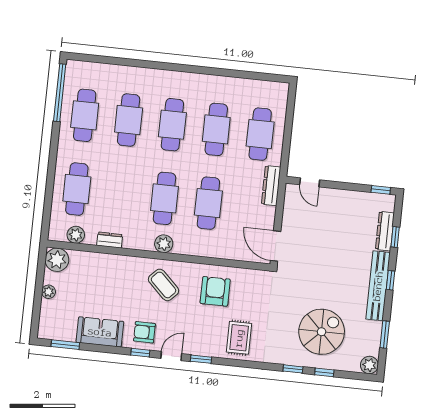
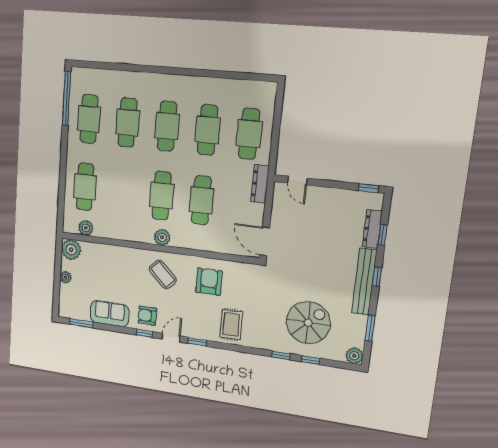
dresser: (110, 240) -> (115, 233), removed

